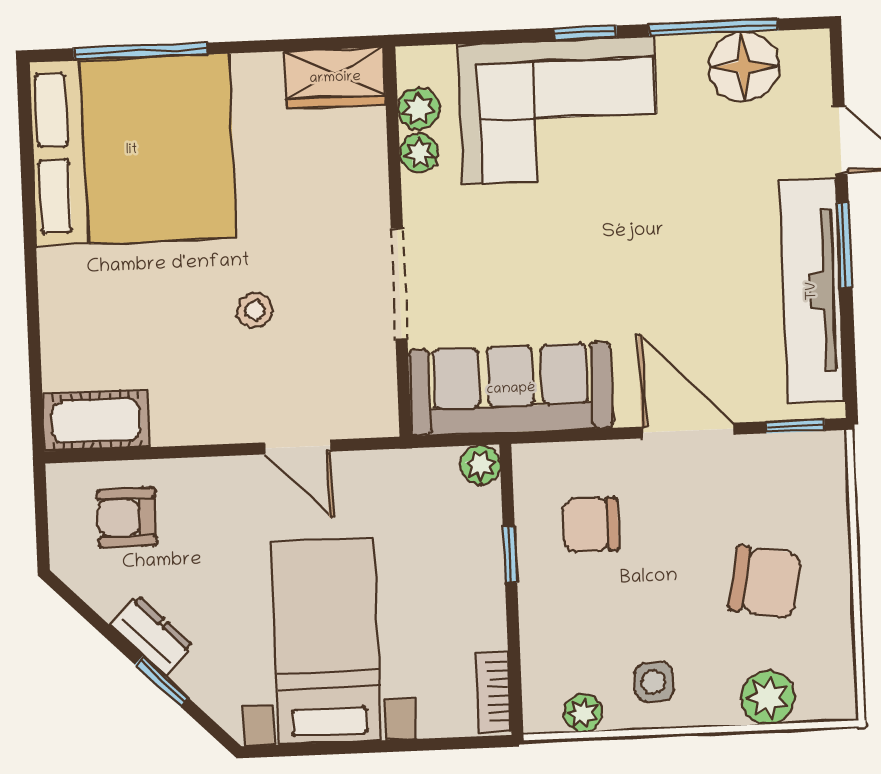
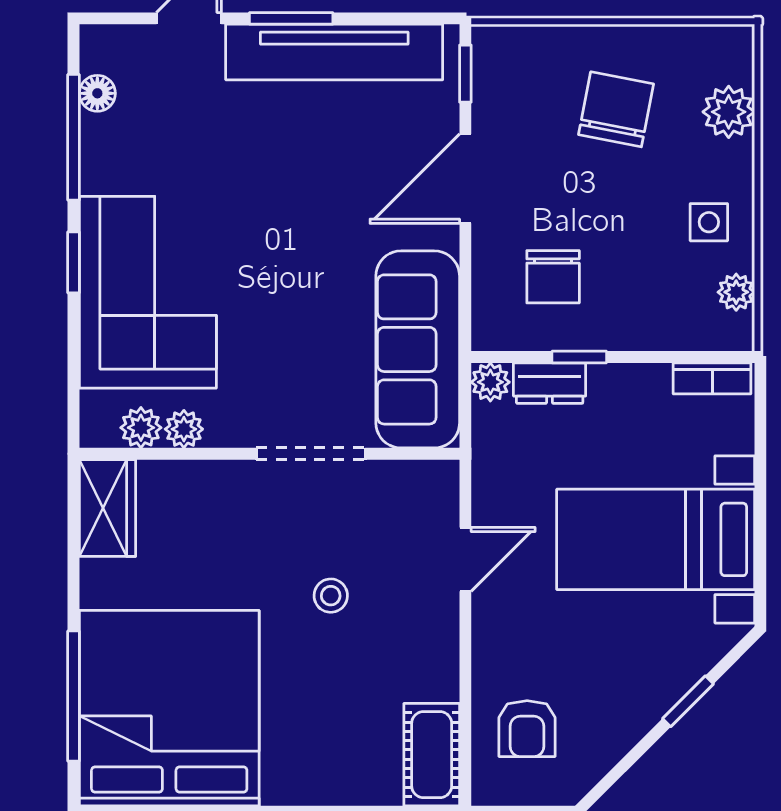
floor lamp: (744, 67) -> (97, 93), width x0.53, depth x0.53
dresser: (152, 636) -> (550, 383), moved, turned -135

